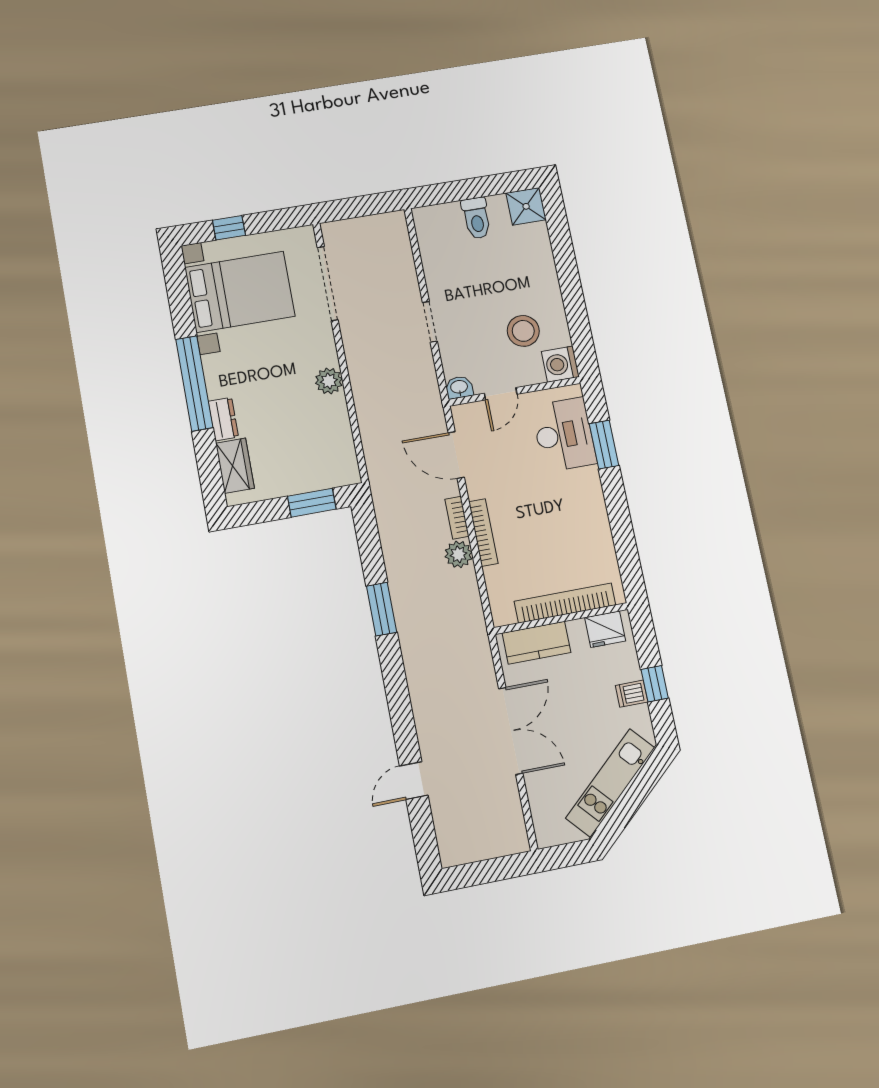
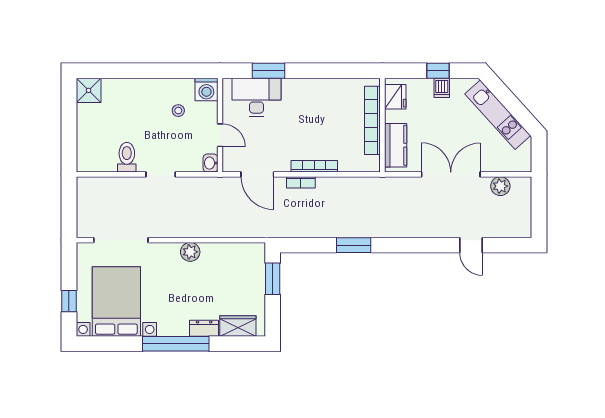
toilet: (476, 218) -> (127, 157), moved, turned -90
stool: (523, 331) -> (178, 111), width x0.53, depth x0.53
door: (456, 455) -> (257, 174), hinge flipped
plant: (459, 554) -> (500, 186), moved

